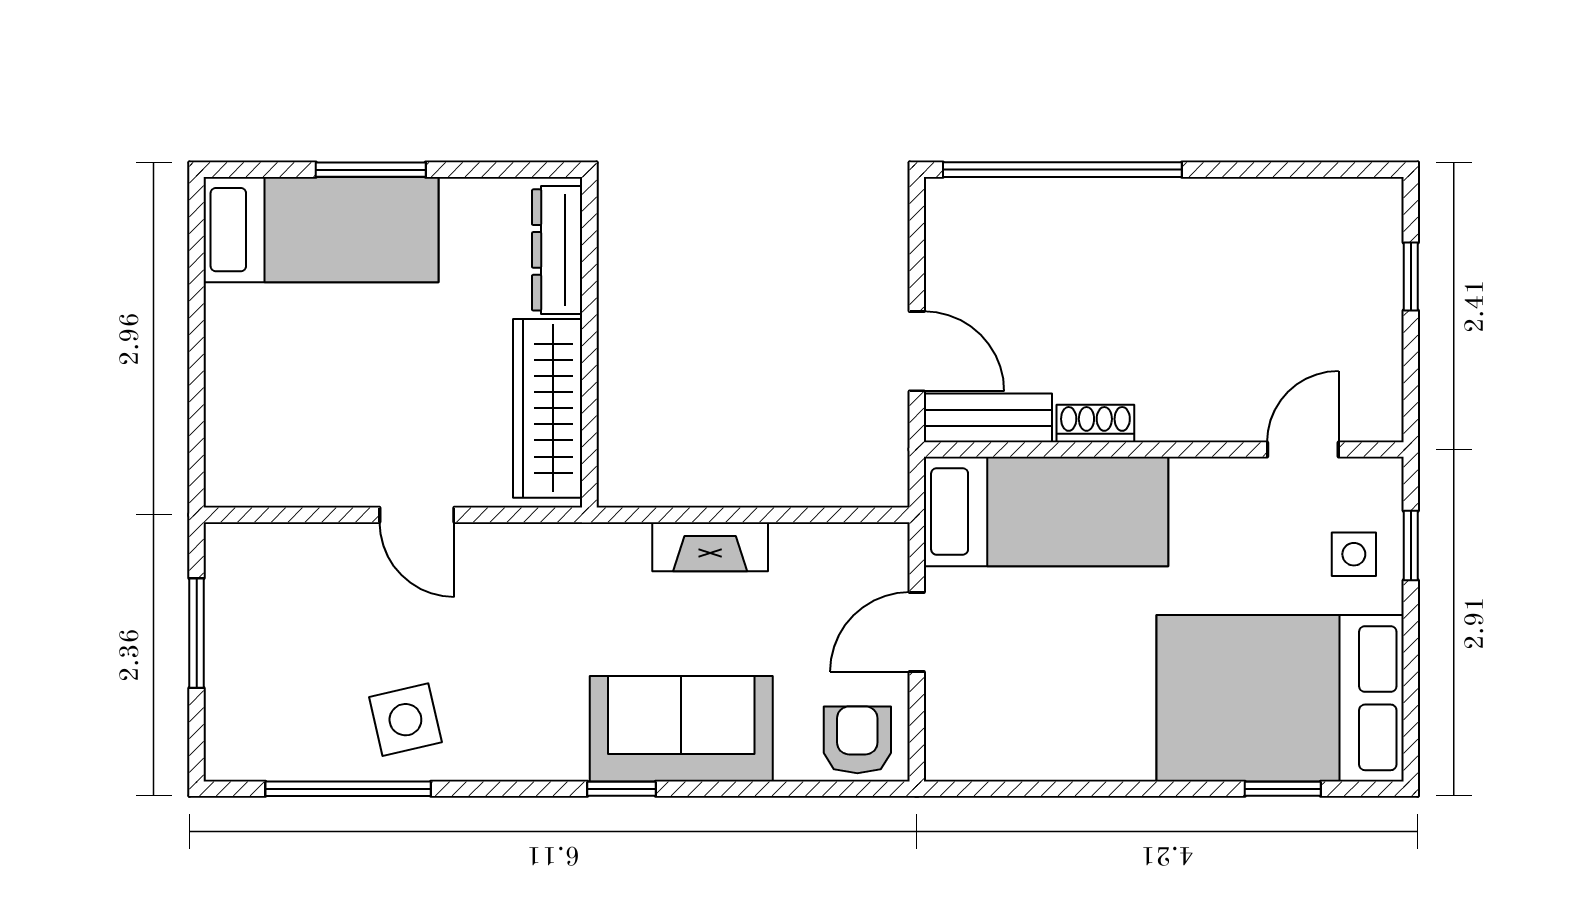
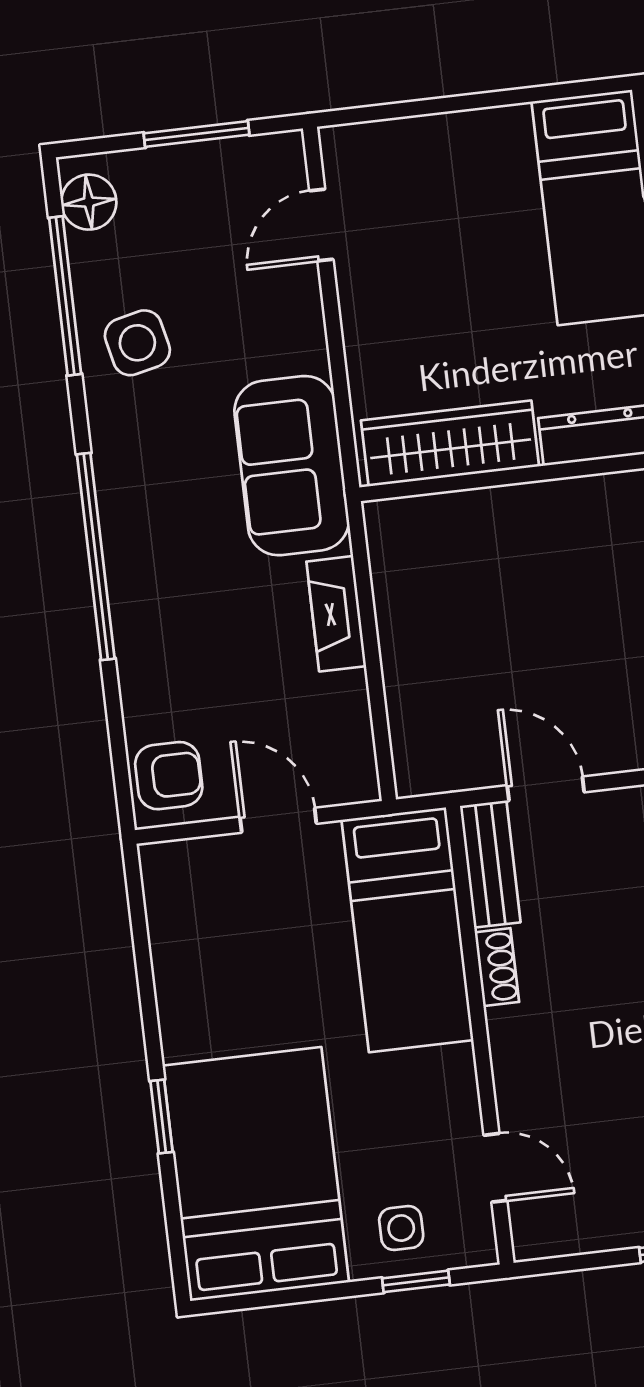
door: (917, 351) -> (546, 789), swing flipped
door: (417, 515) -> (321, 225), moved
sofa: (681, 729) -> (292, 466), moved, turned 180
floor lamp: (254, 753) -> (89, 202), added
window: (622, 789) -> (96, 556), width x3.17
window: (1283, 789) -> (162, 1117), moved

